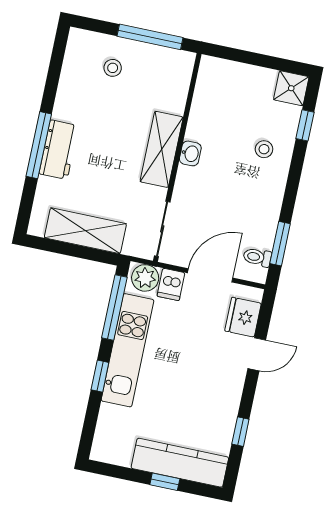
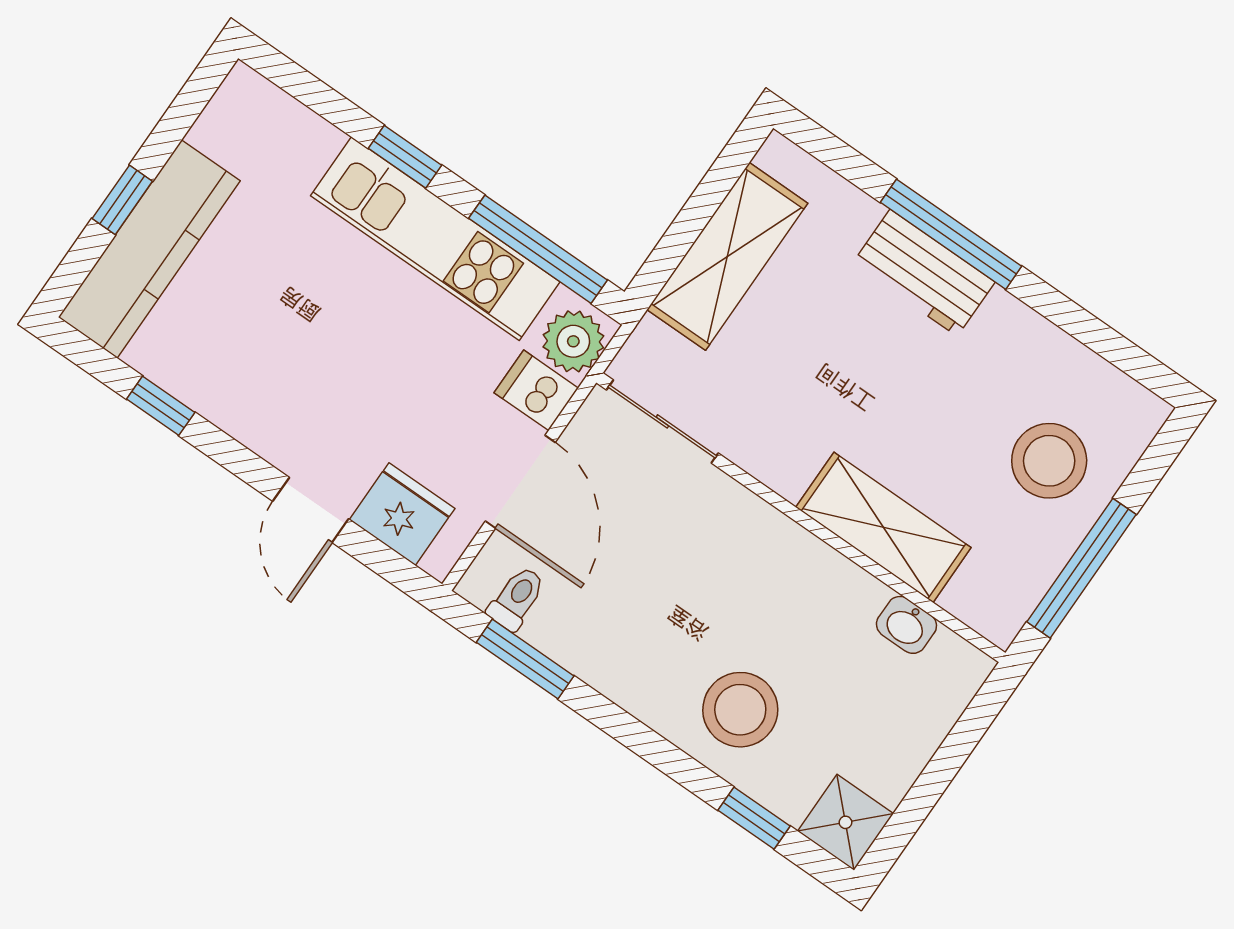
stool: (113, 68) -> (1049, 461), width x1.89, depth x1.89
shelving: (162, 149) -> (883, 527), moved
stool: (264, 149) -> (740, 710), width x1.89, depth x1.89
washbasin: (190, 153) -> (906, 625), moved

